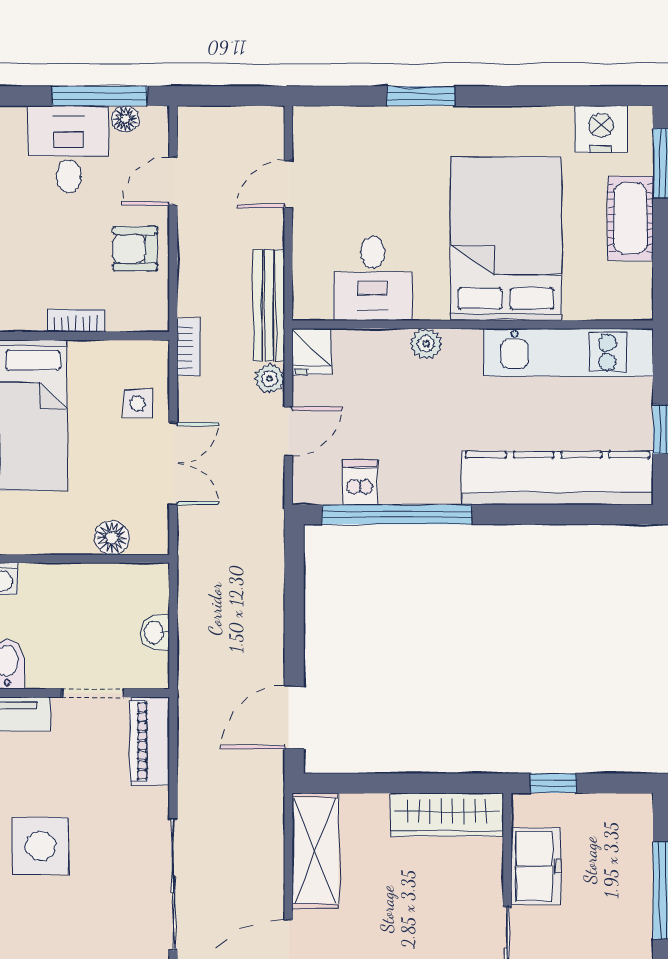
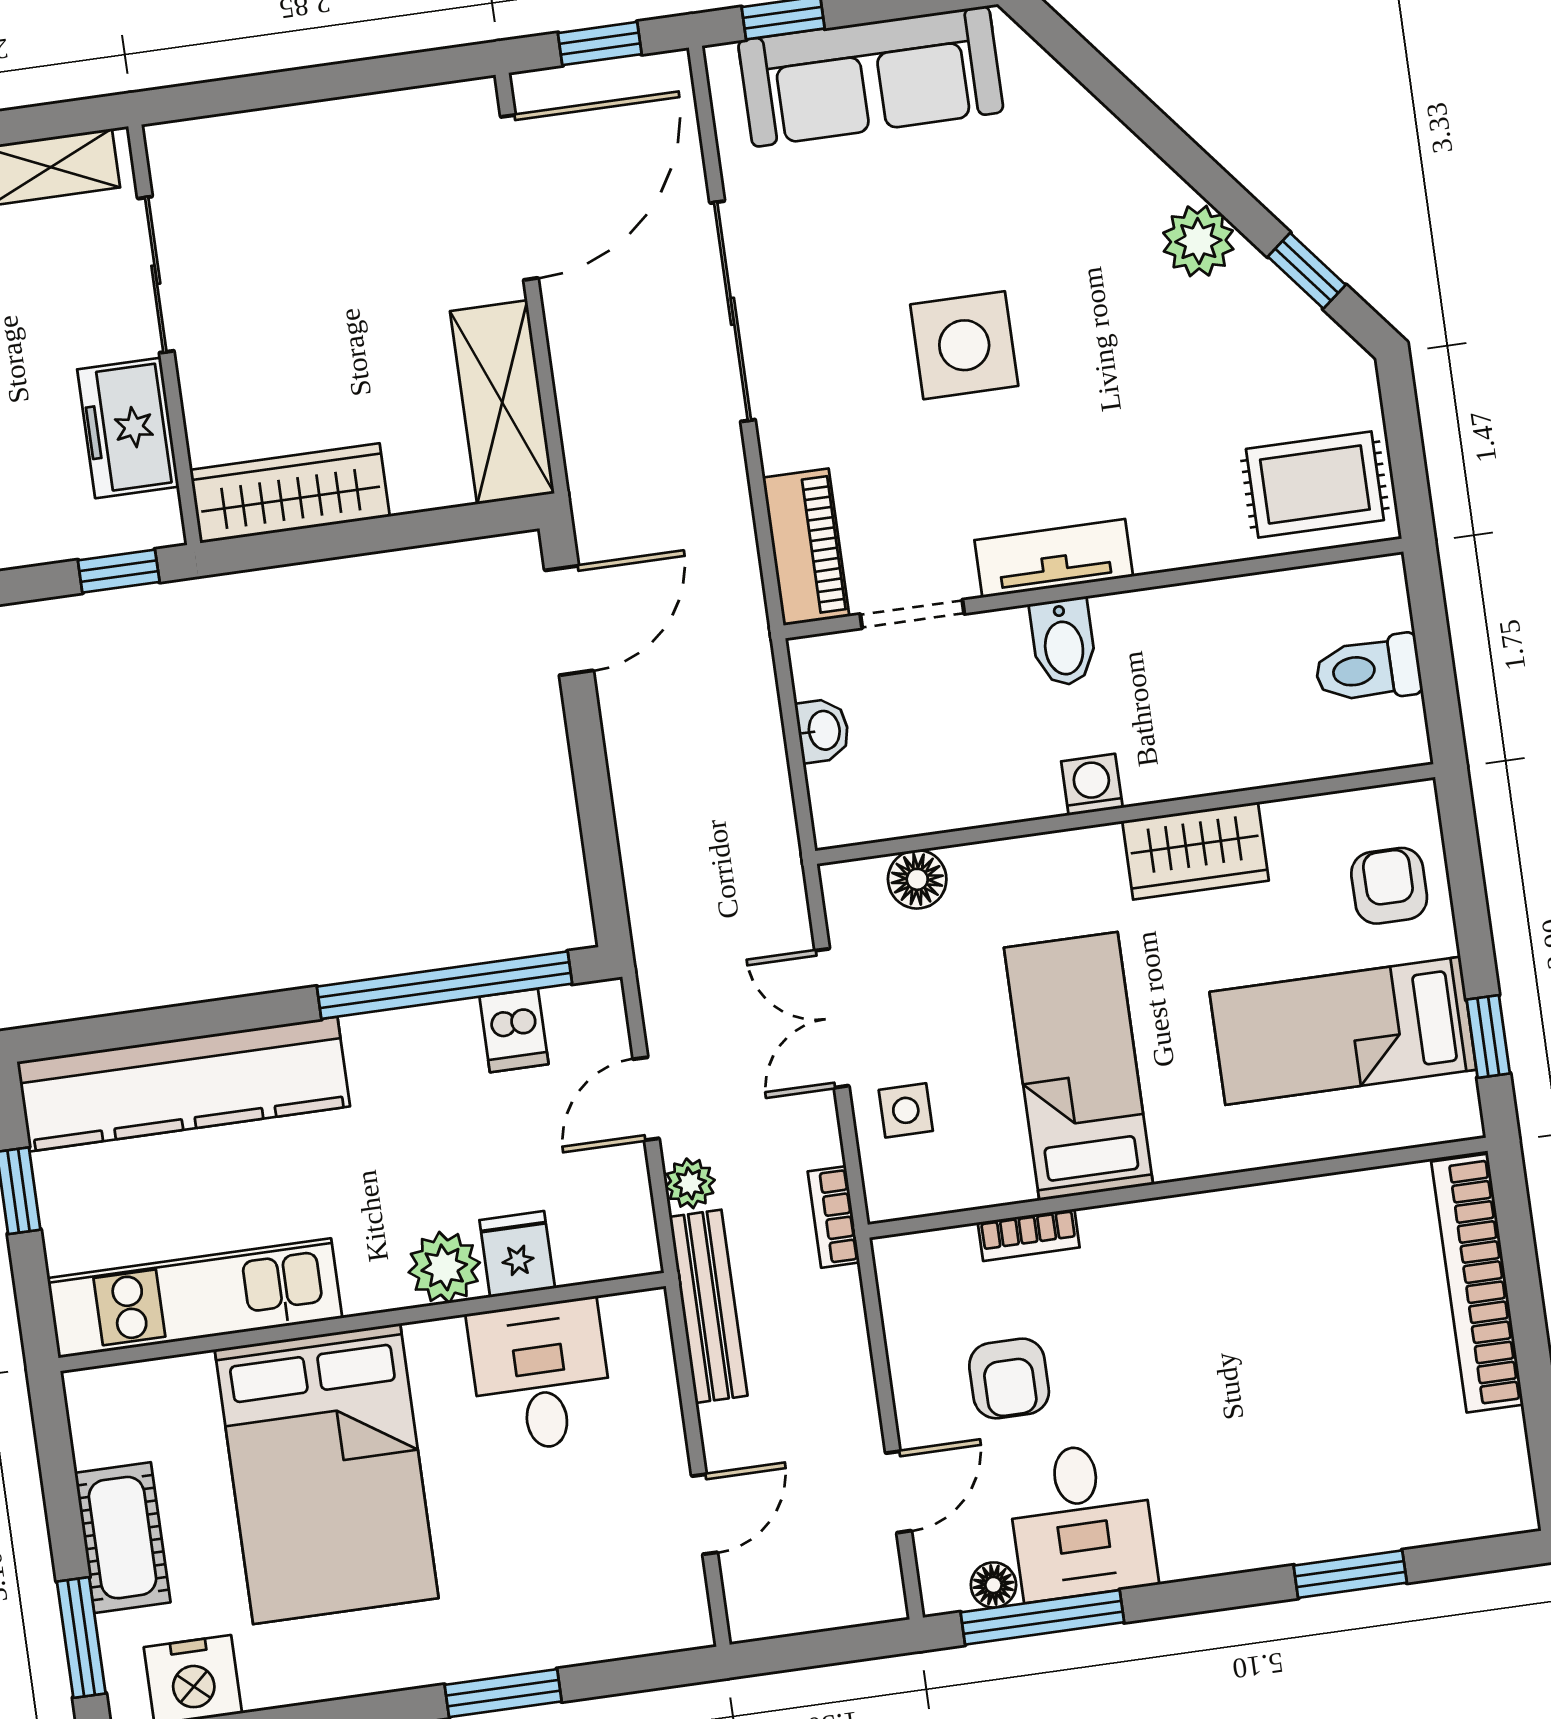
armchair: (135, 249) -> (1009, 1378), moved, turned 90
plant: (426, 344) -> (444, 1267), width x1.38, depth x1.38
fridge: (312, 351) -> (517, 1254), moved

